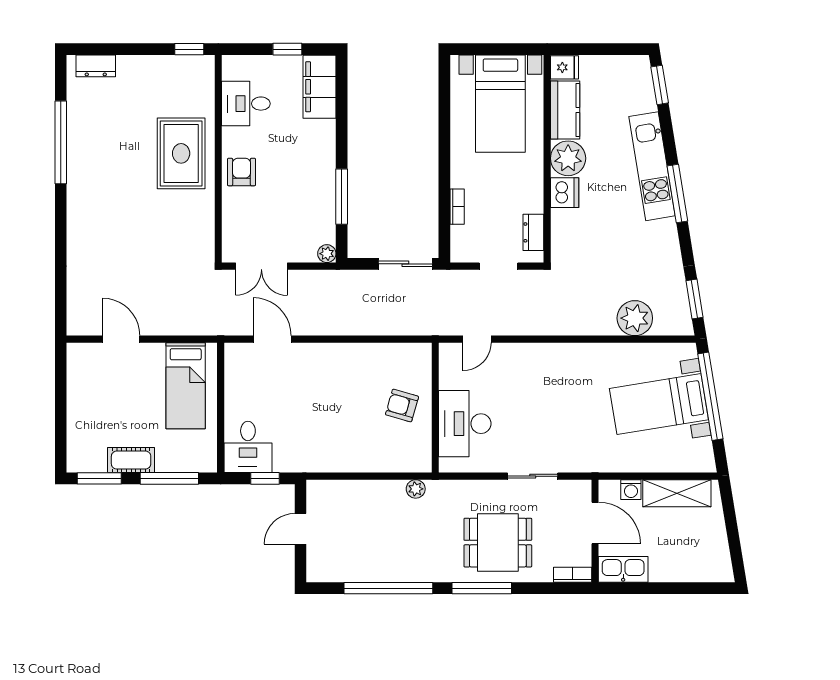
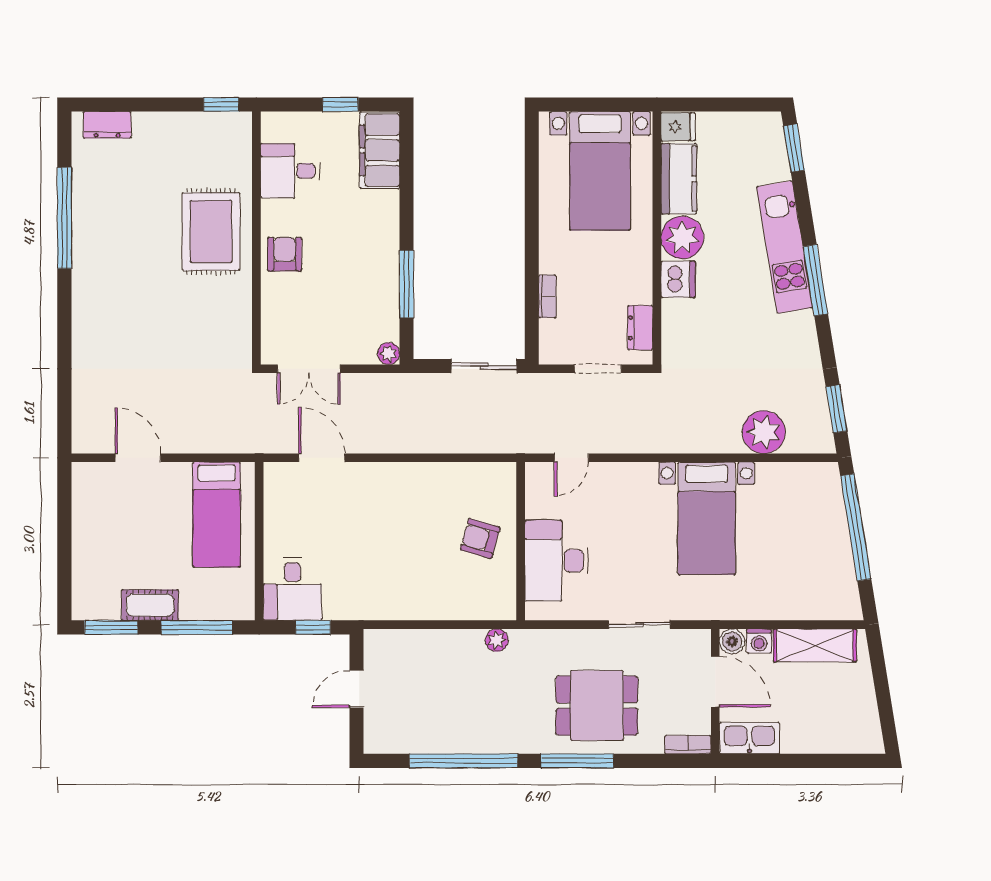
bed with nightstands: (659, 404) -> (707, 518), moved, turned -81
boiler: (609, 490) -> (732, 641), added

